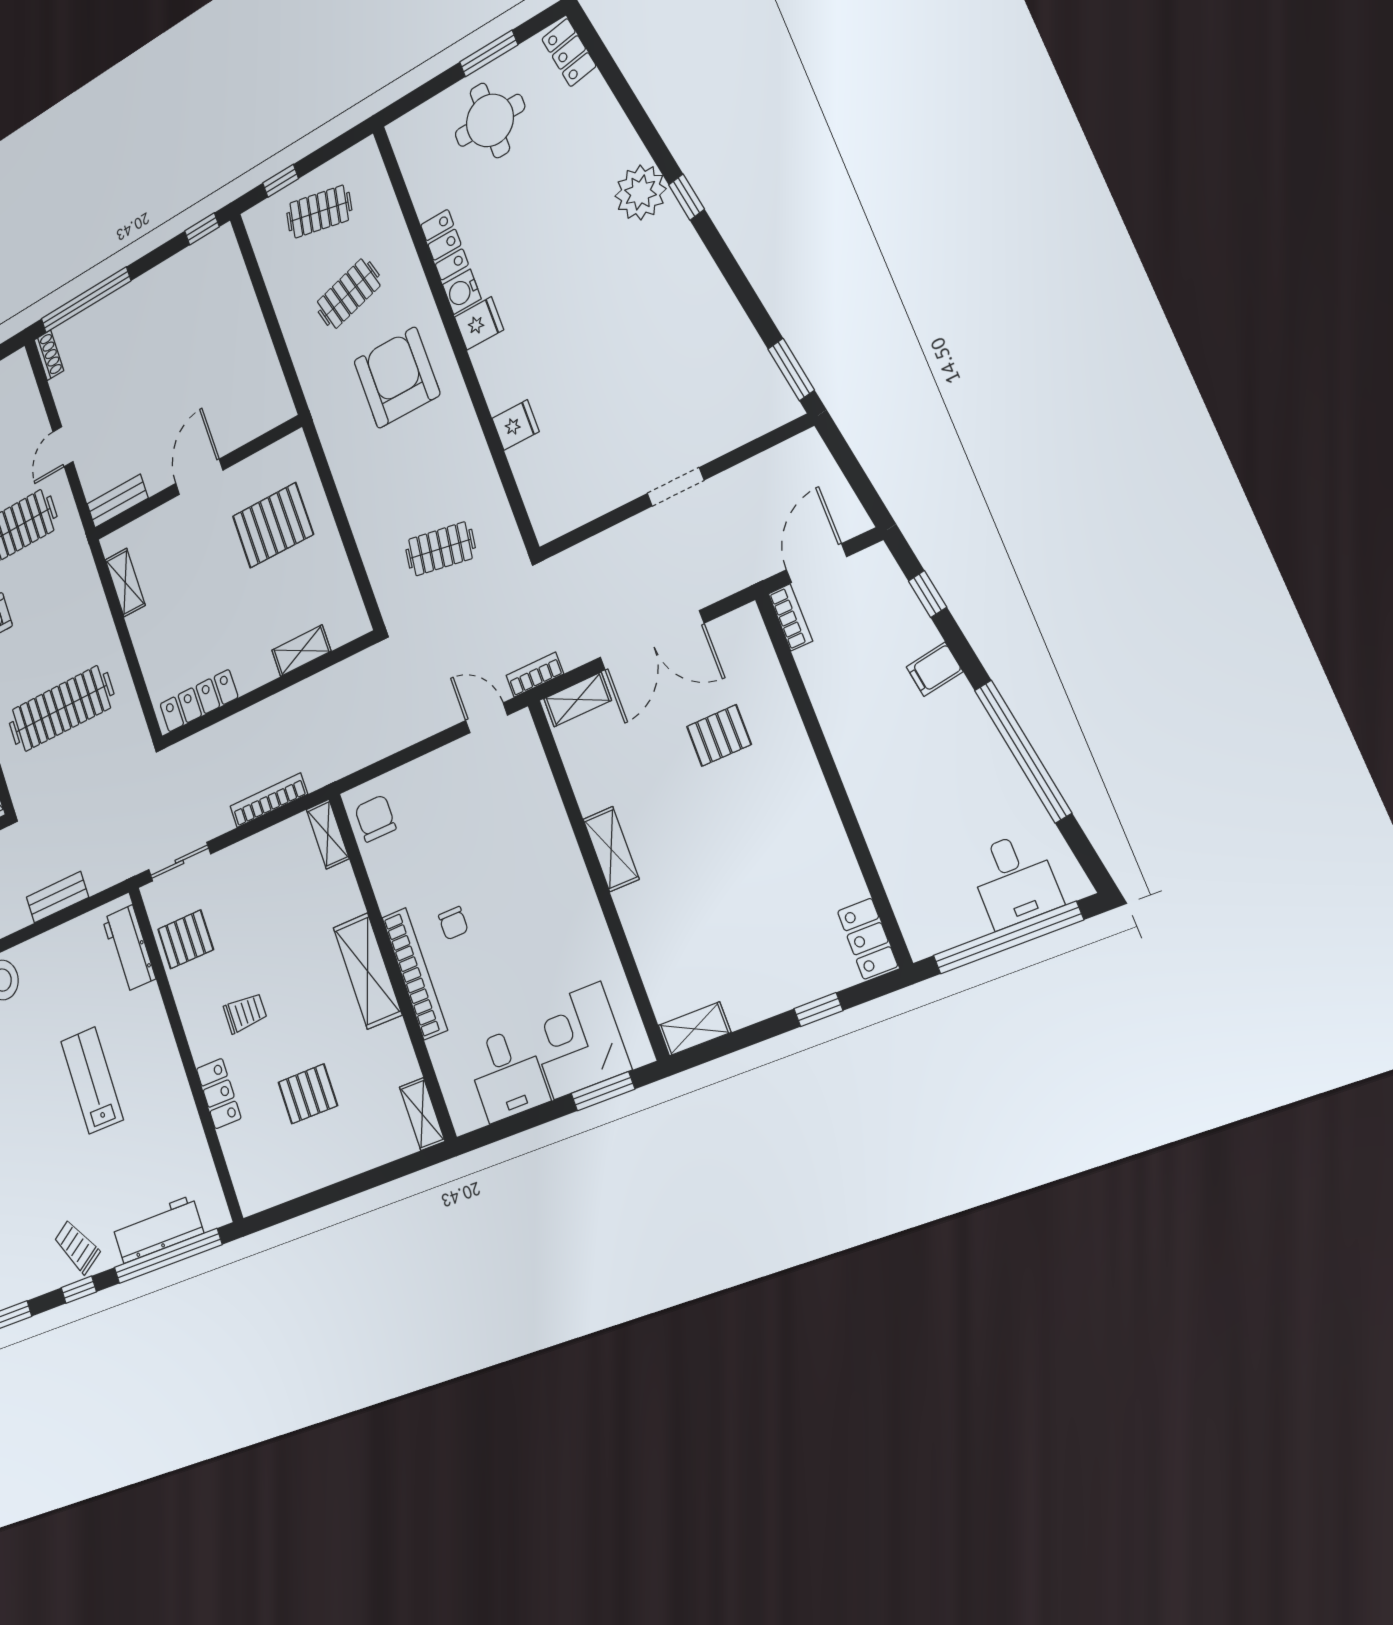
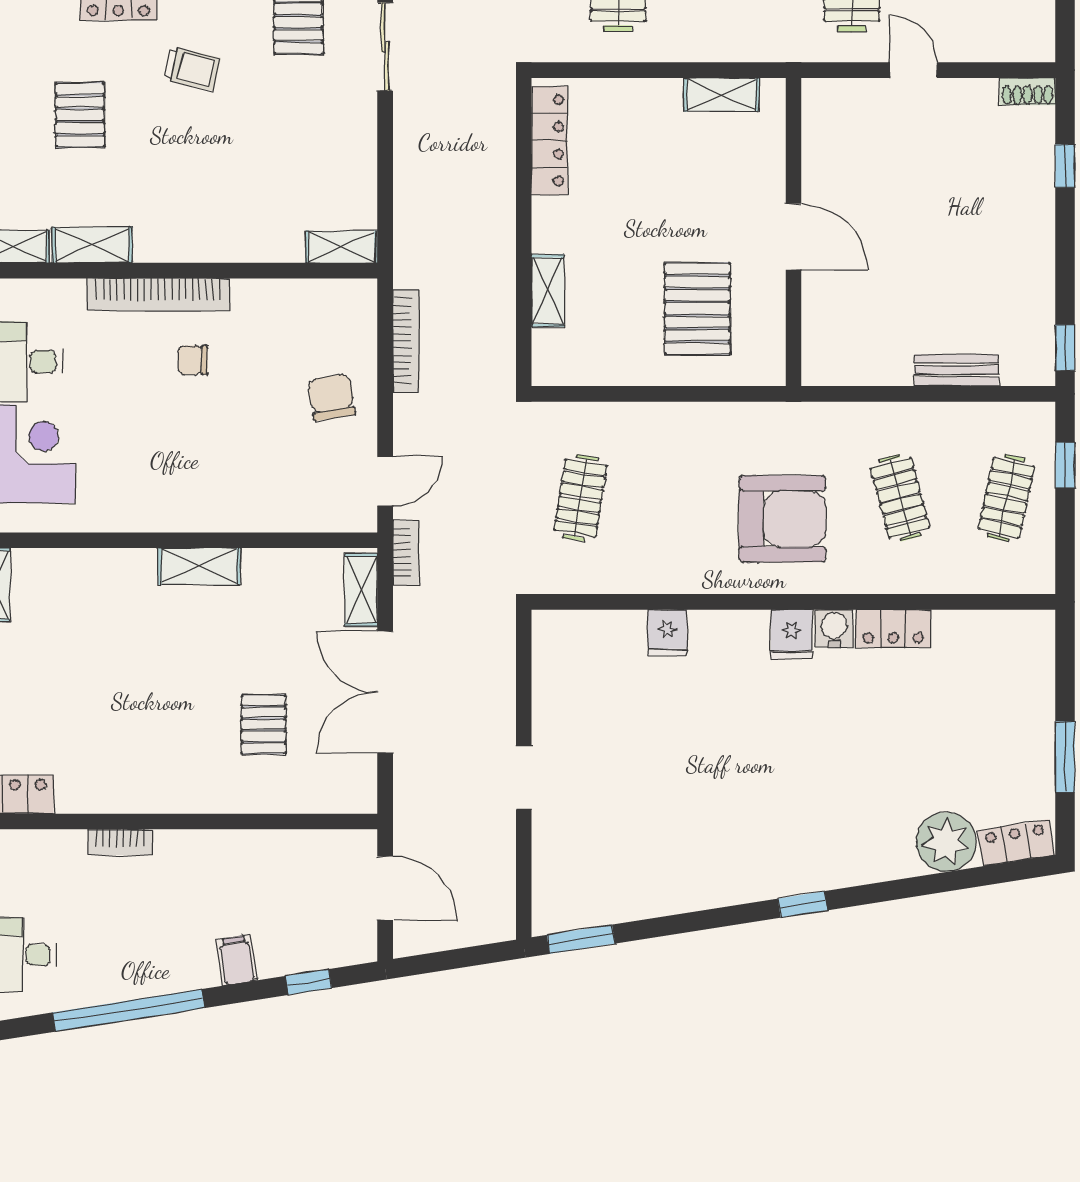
round table: (490, 120) -> (995, 730), removed
plant: (640, 192) -> (946, 842), moved
window: (86, 300) -> (1065, 166), width x0.32
bench: (118, 501) -> (957, 370), moved, turned 90
bookcase: (790, 617) -> (120, 842), moved
bookcase: (269, 800) -> (406, 341), moved
chair: (375, 818) -> (332, 397), moved, turned -99
shelving: (367, 971) -> (92, 245), moved, width x0.67, depth x0.75
trolley: (245, 1013) -> (192, 69), turned -77

